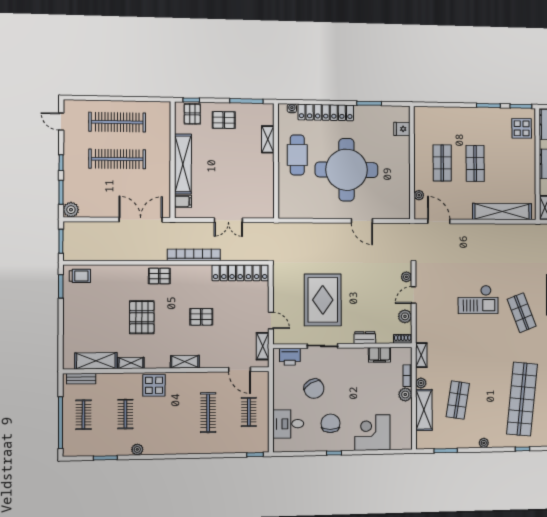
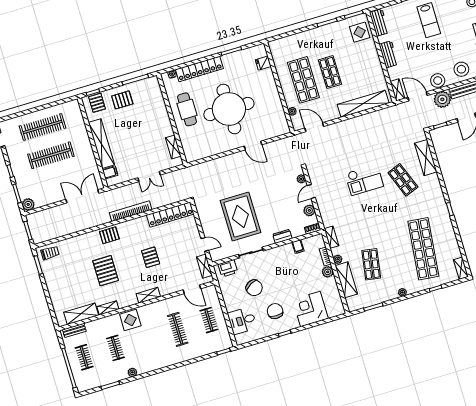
shelving: (268, 139) -> (173, 147), moved
shop shelf: (442, 163) -> (303, 80), width x1.43, depth x1.36
pallet: (201, 317) -> (151, 257), turned 90
filing cabinet: (379, 355) -> (298, 247), width x0.50

